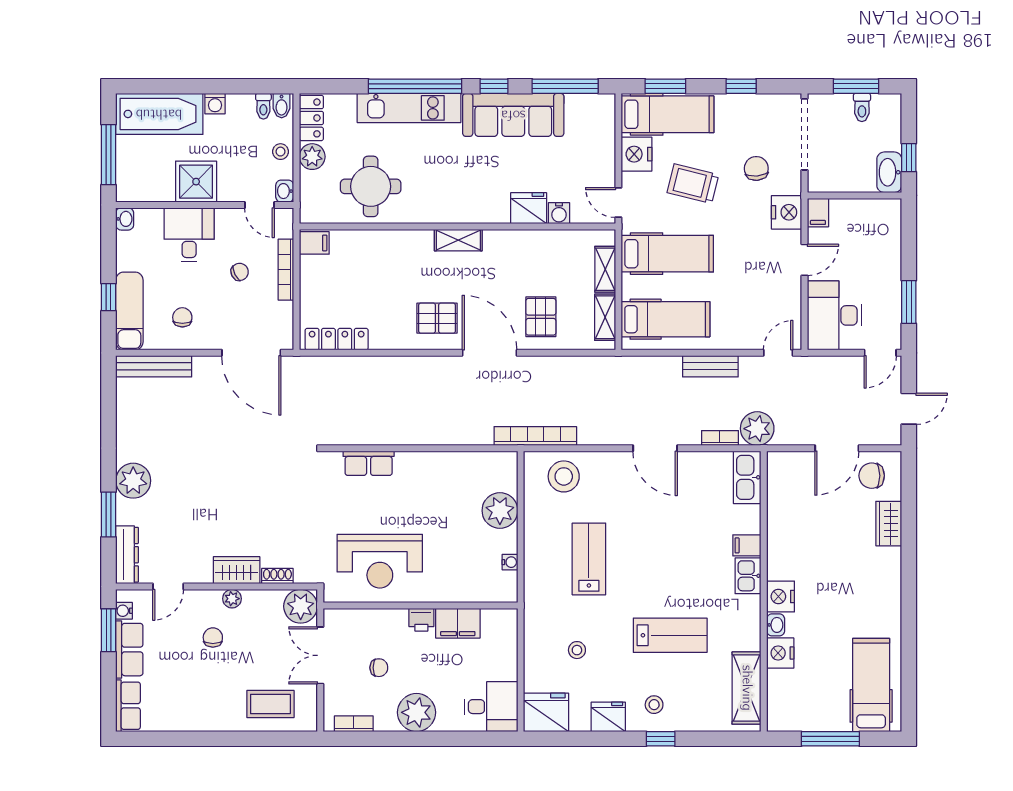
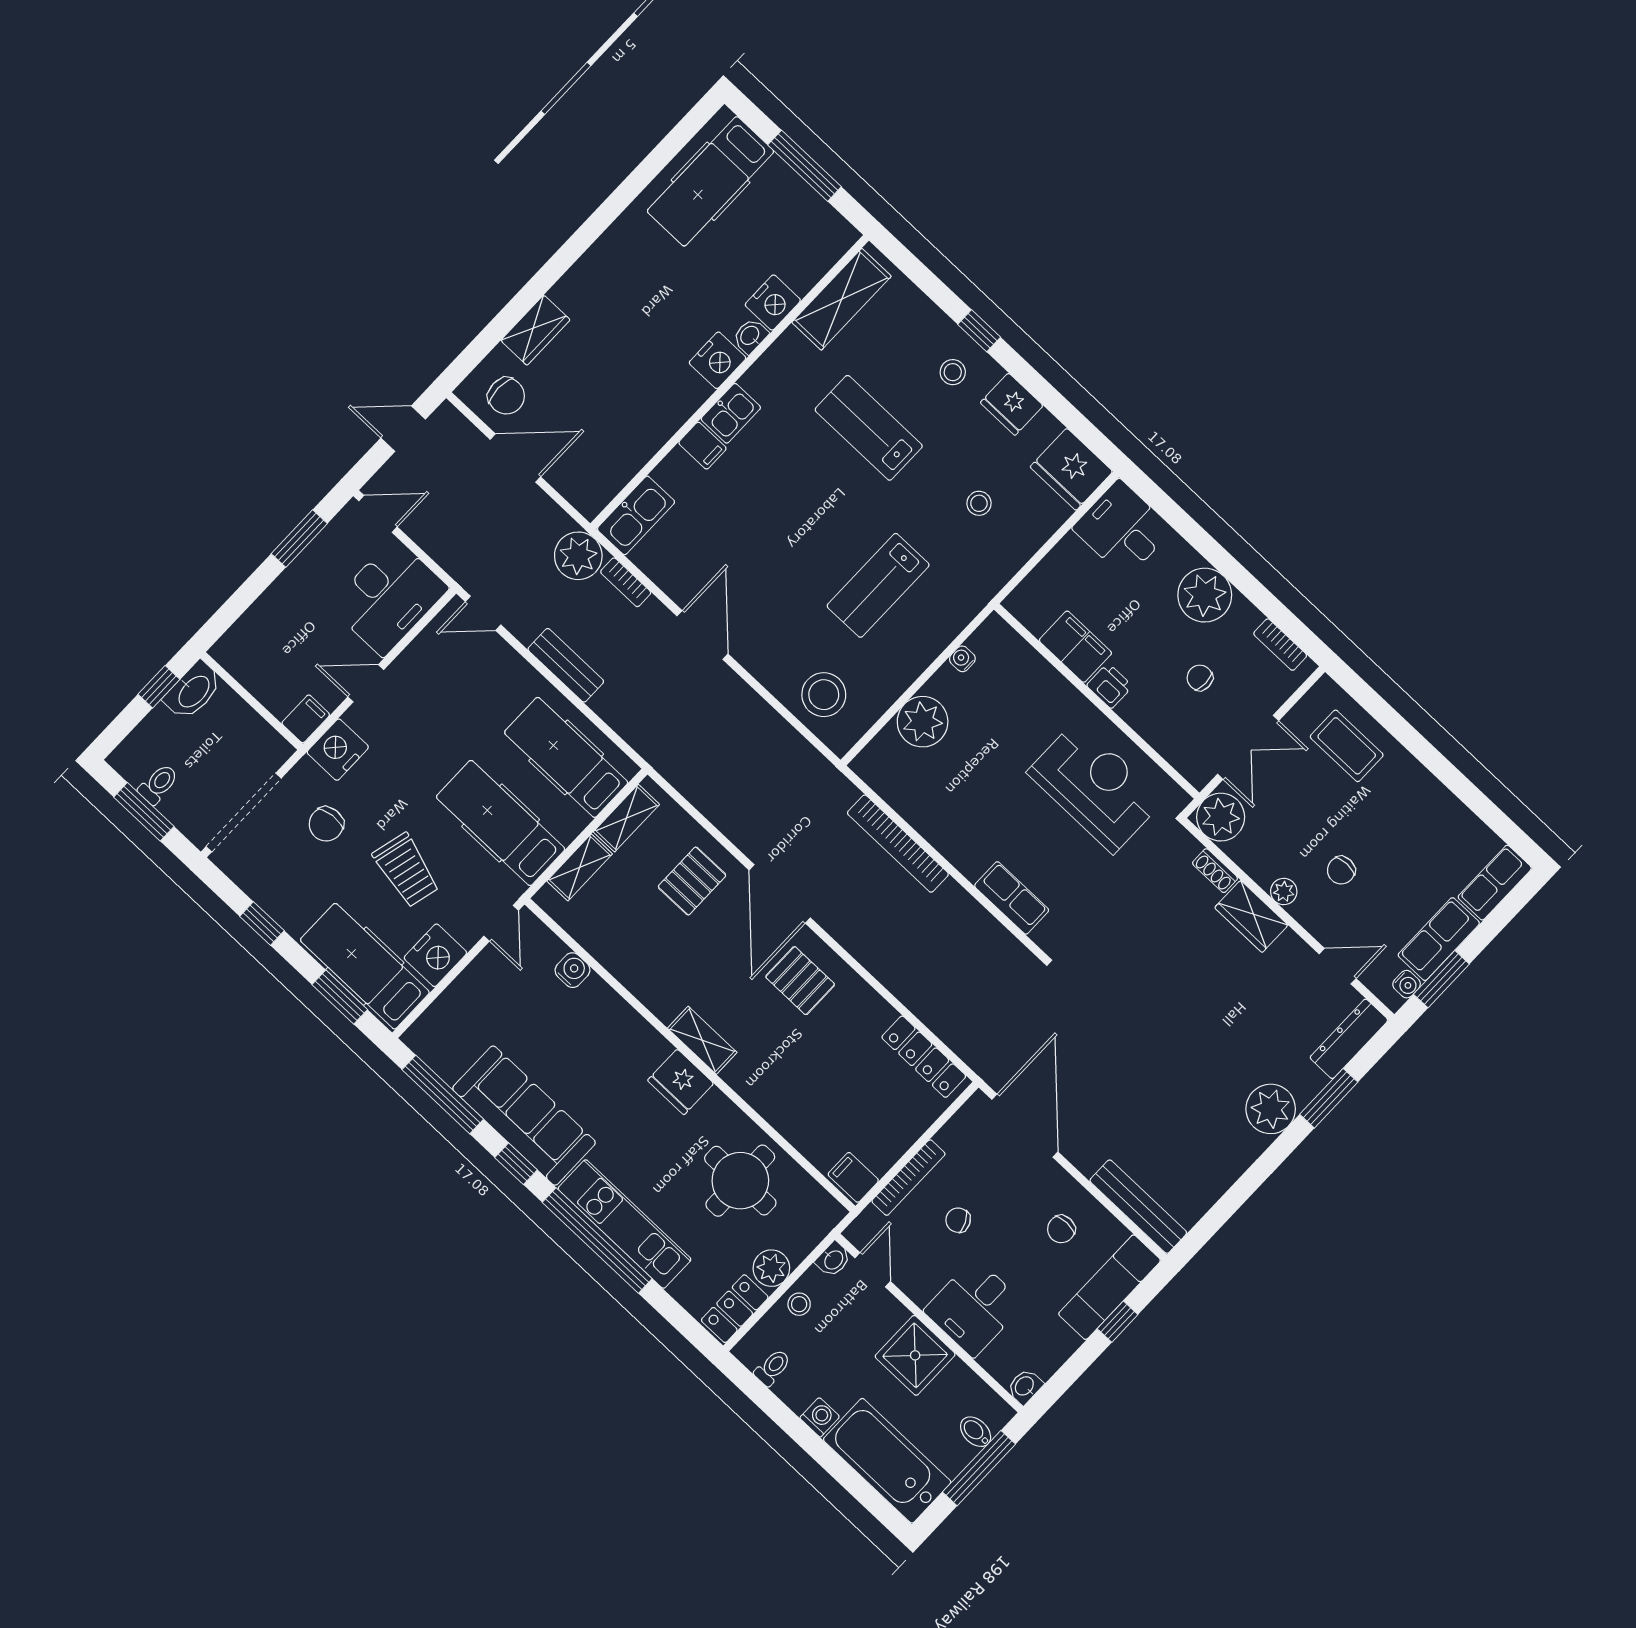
bidet: (282, 106) -> (976, 1432), moved, turned -90
fridge: (529, 208) -> (681, 1082), moved
bookcase: (535, 436) -> (898, 844), moved

